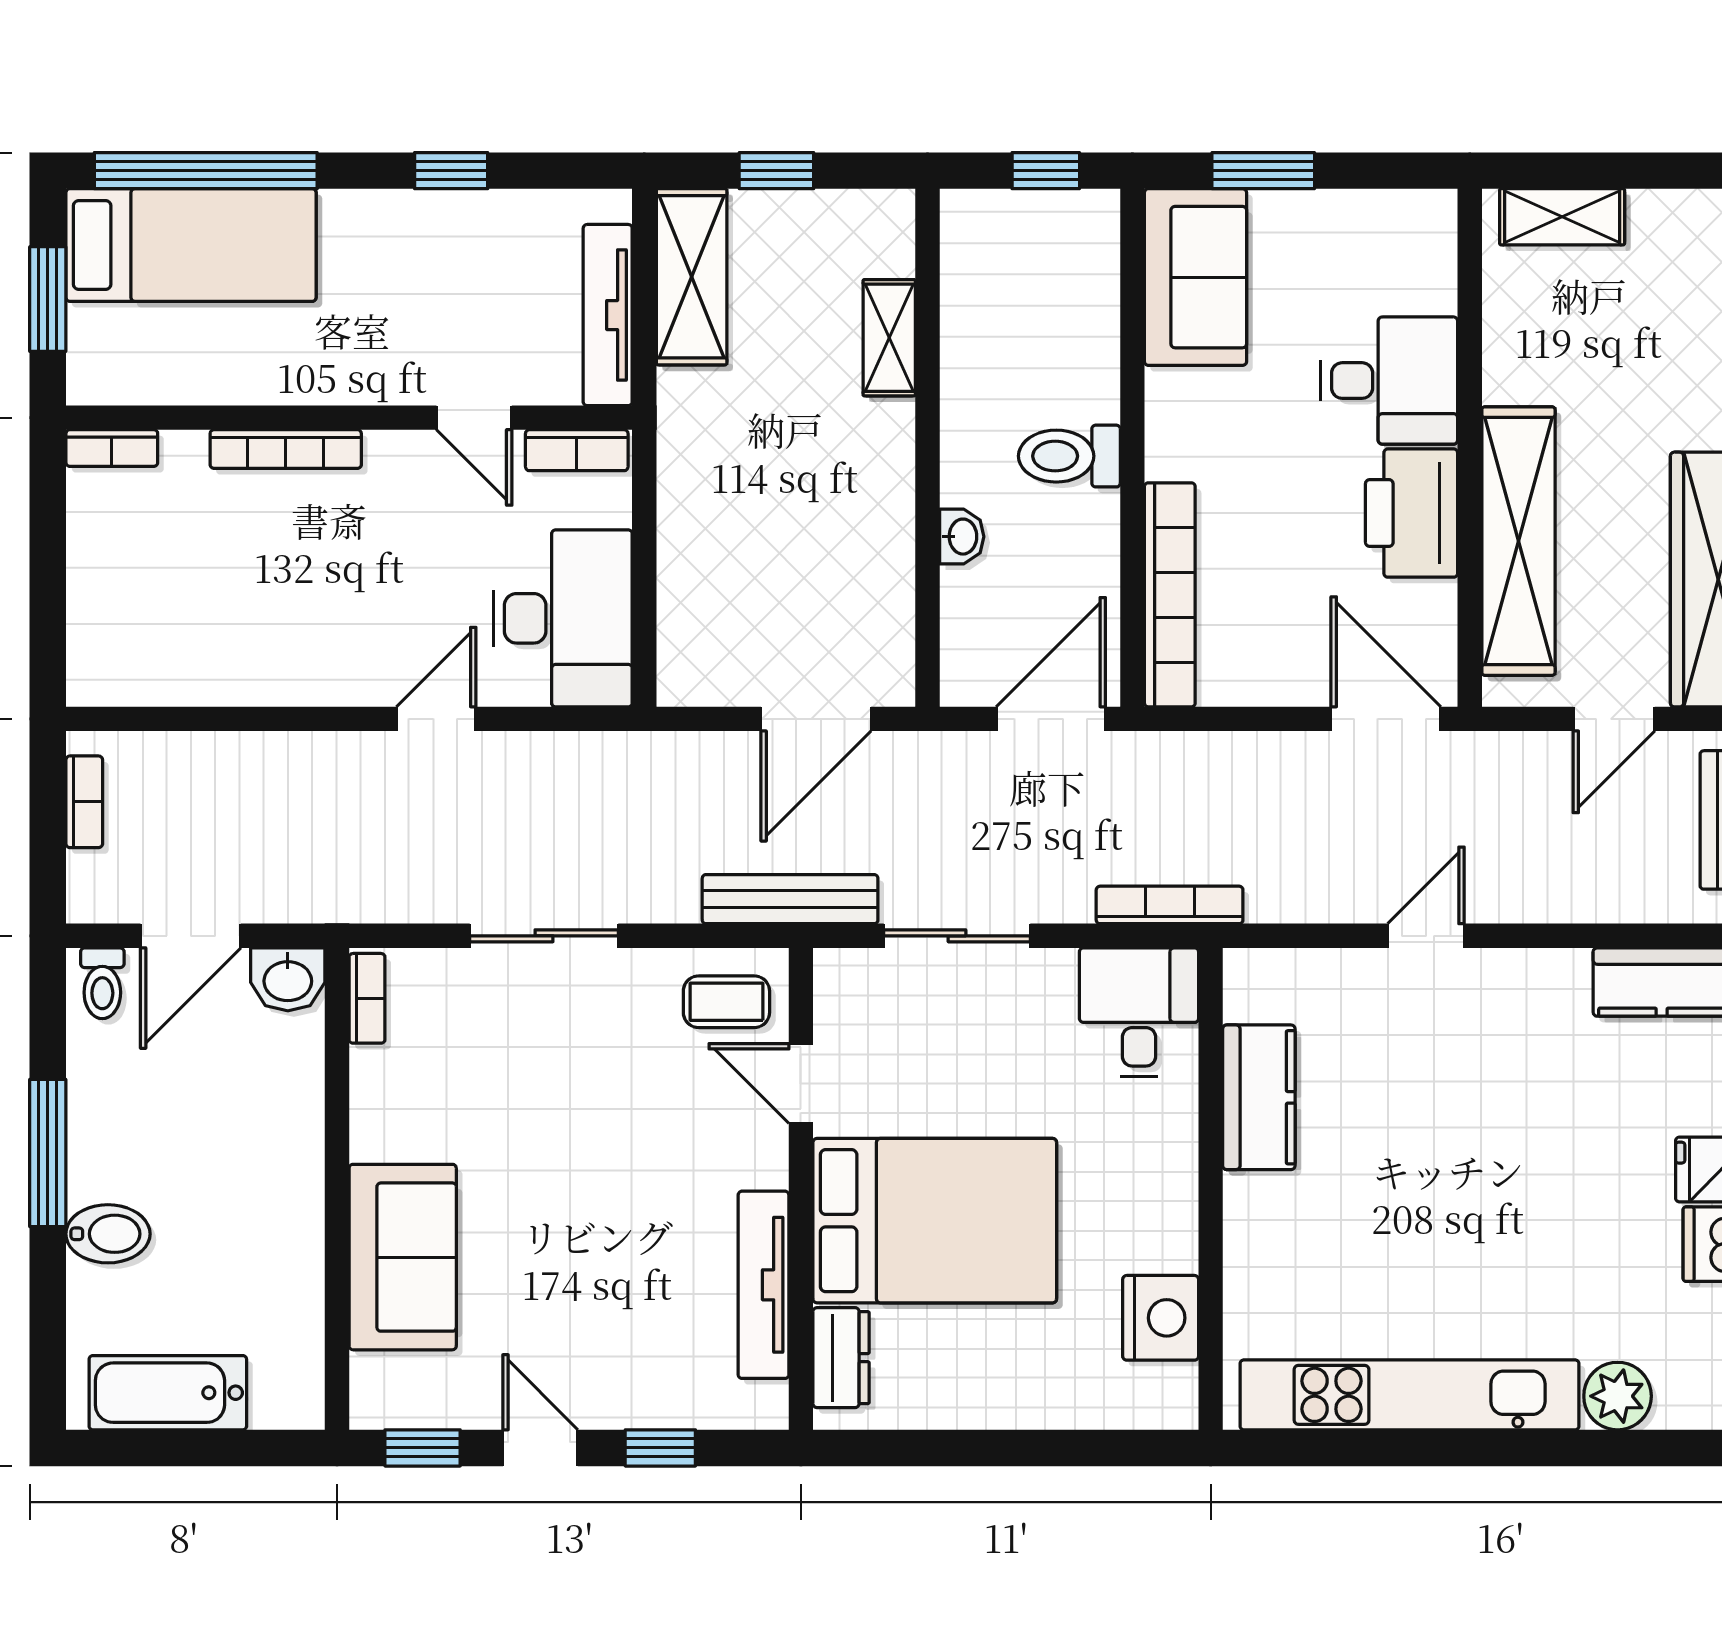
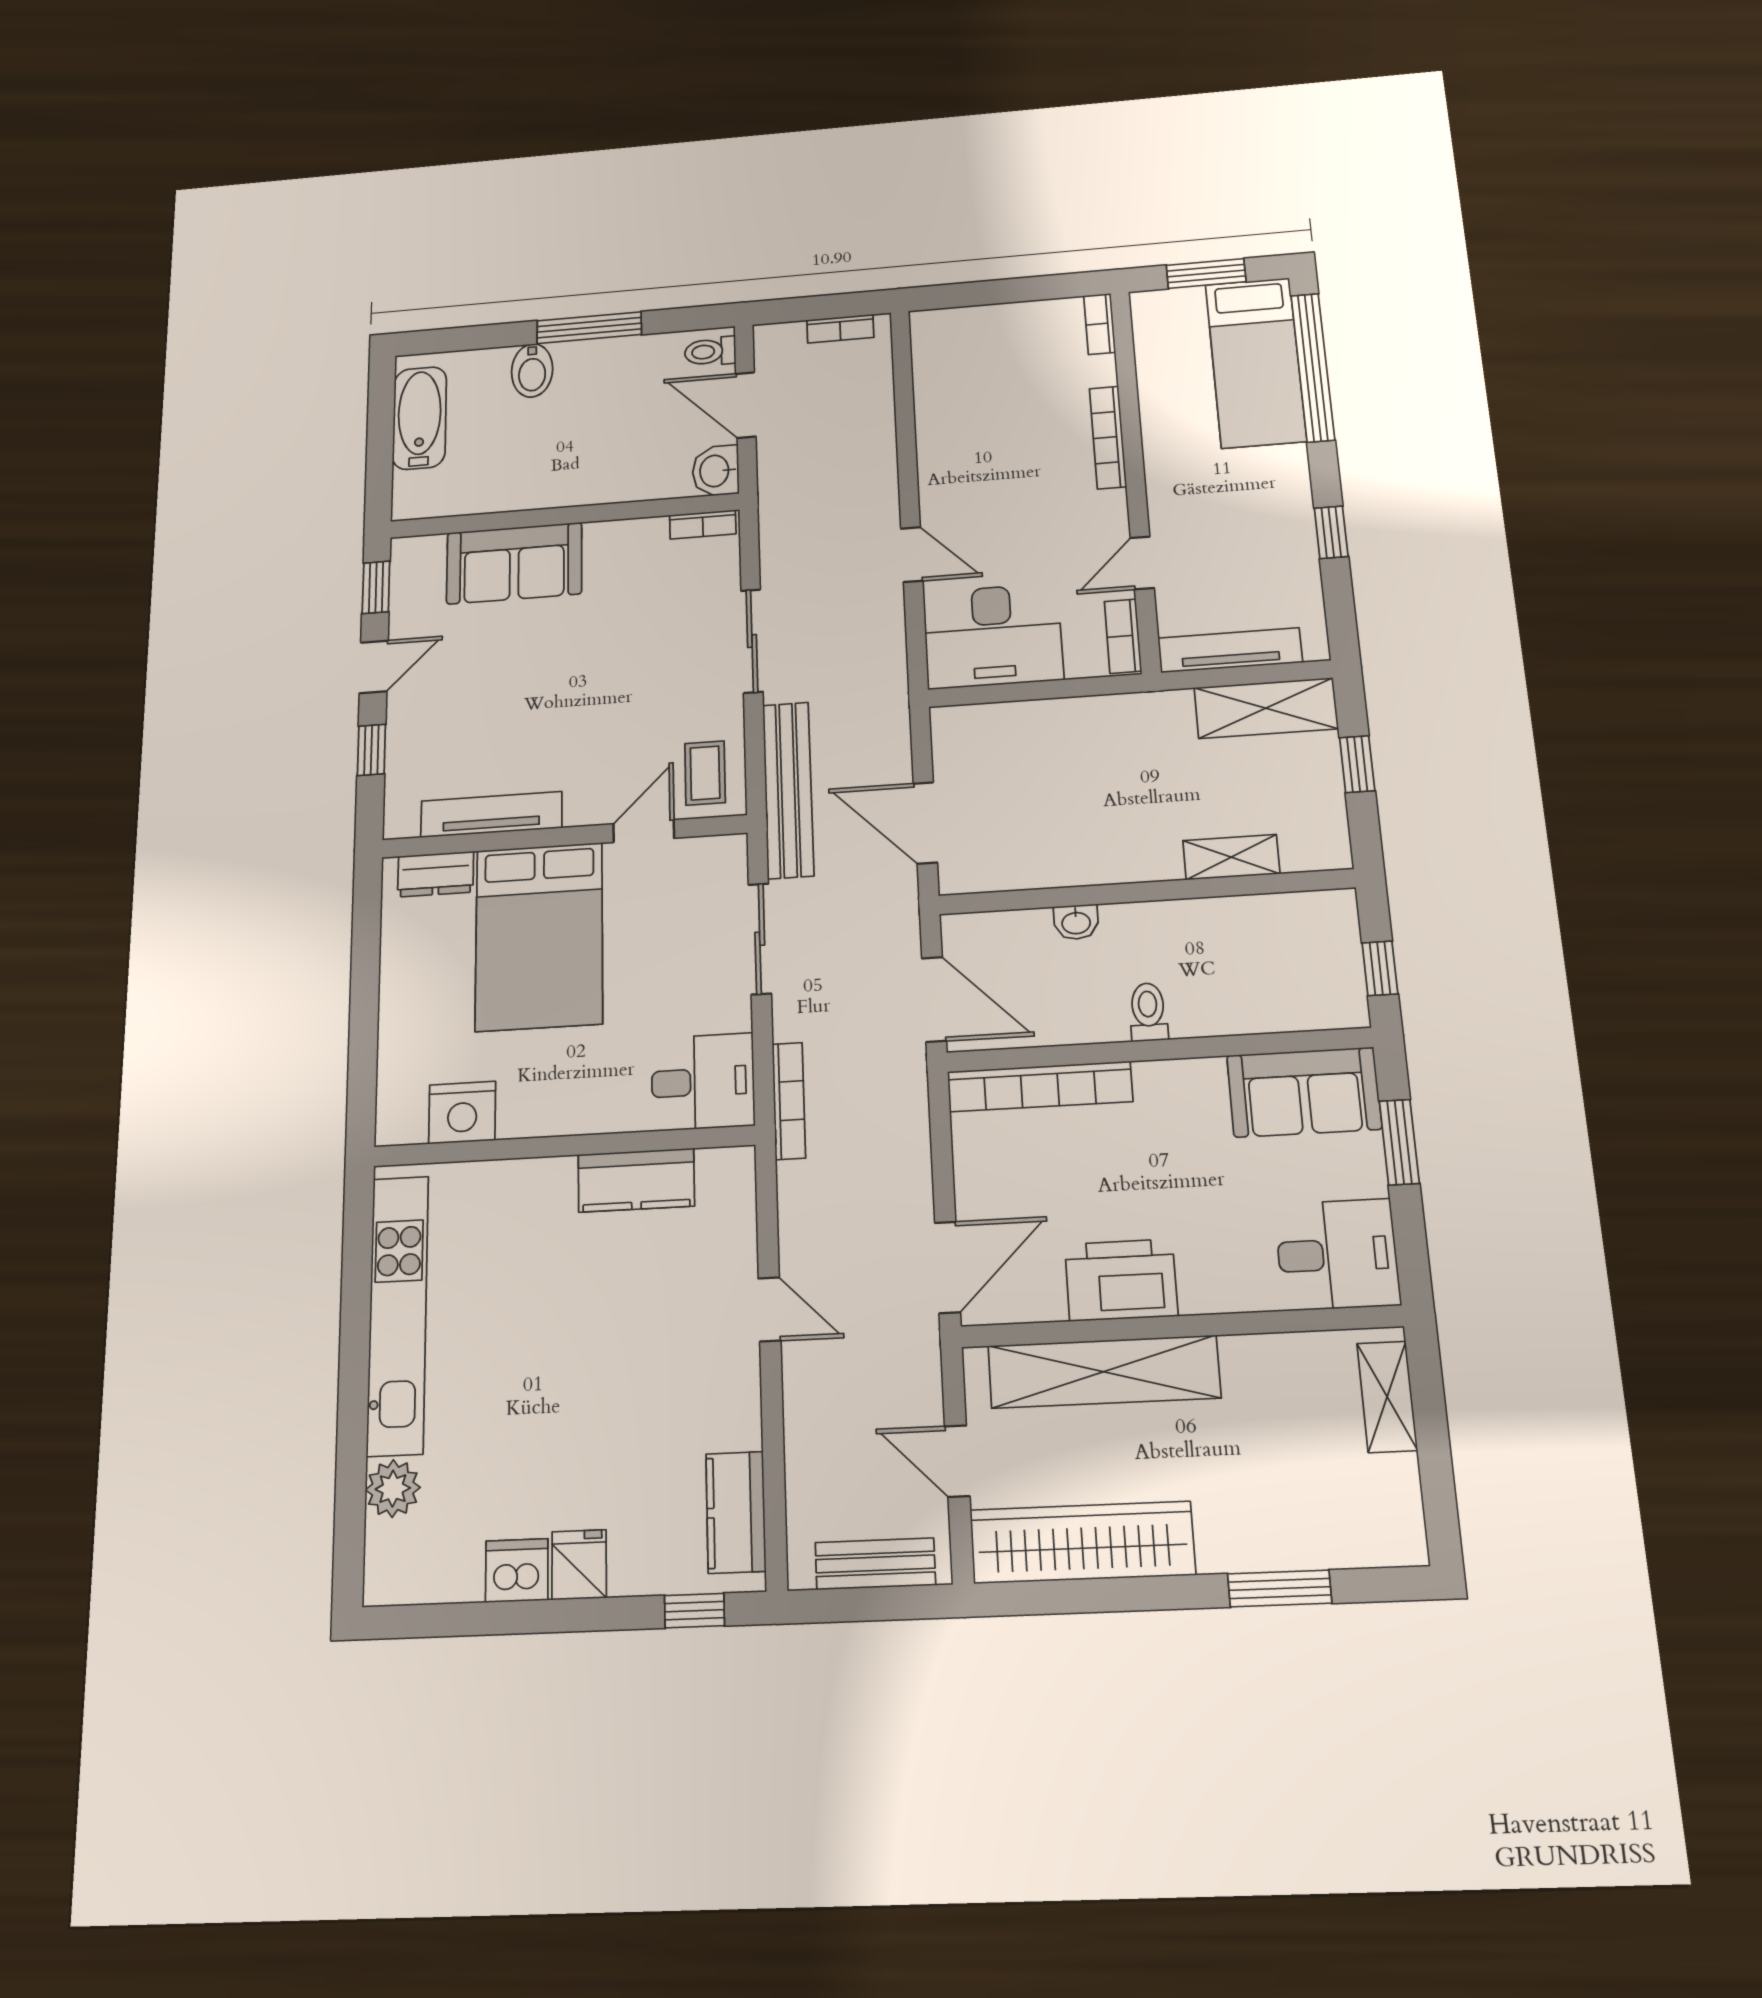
desk: (1389, 381) -> (1337, 1254), moved, turned -90
toilet: (1069, 456) -> (1148, 1012), width x0.73, depth x0.72
bench: (790, 899) -> (788, 790), width x1.37, depth x1.21

